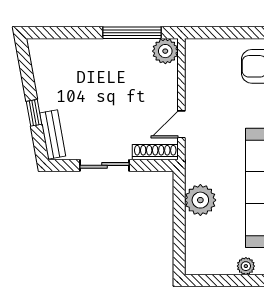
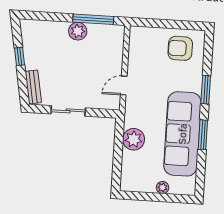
plant: (165, 51) -> (78, 31), moved
window: (34, 113) -> (19, 56), moved
shoe rack: (155, 152) -> (104, 104), removed

